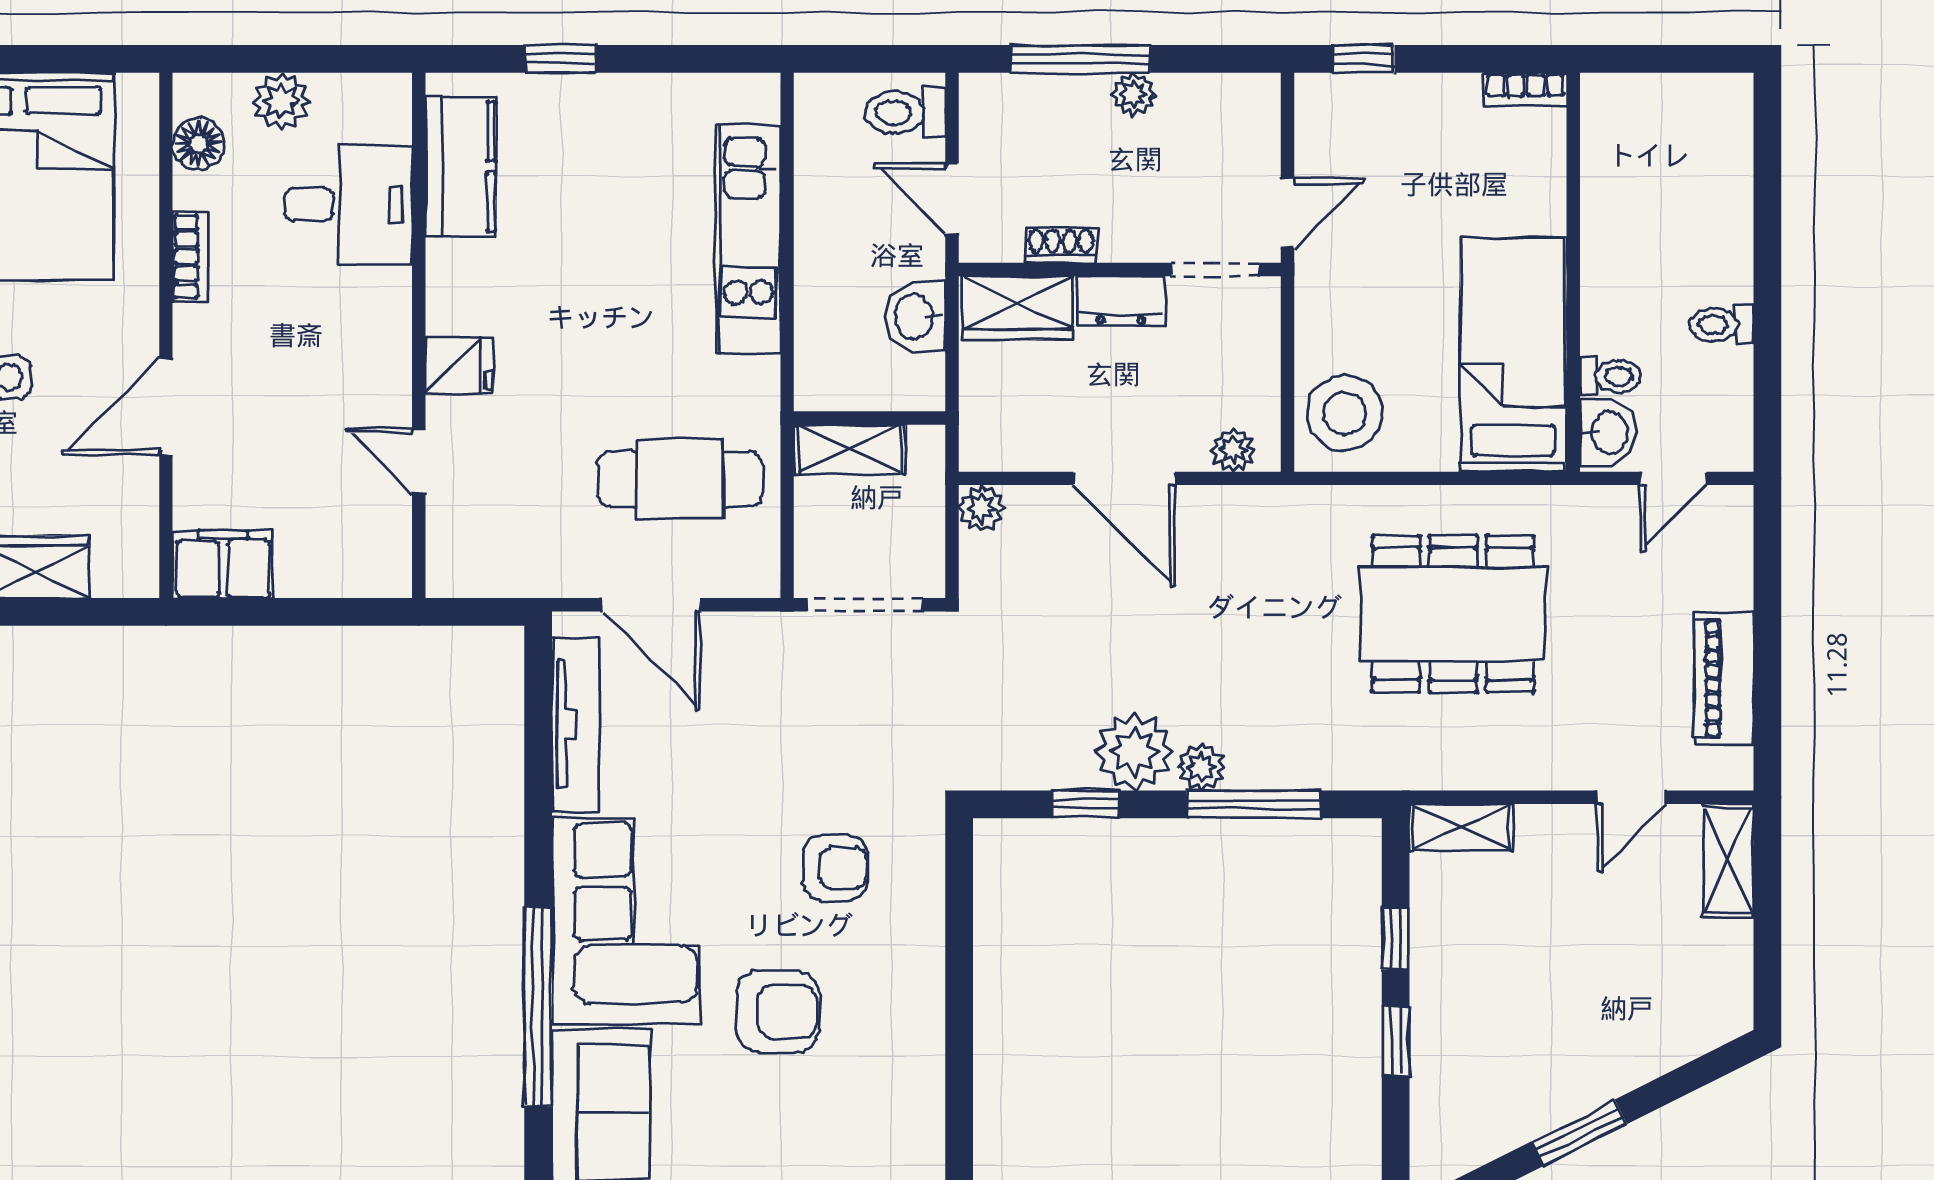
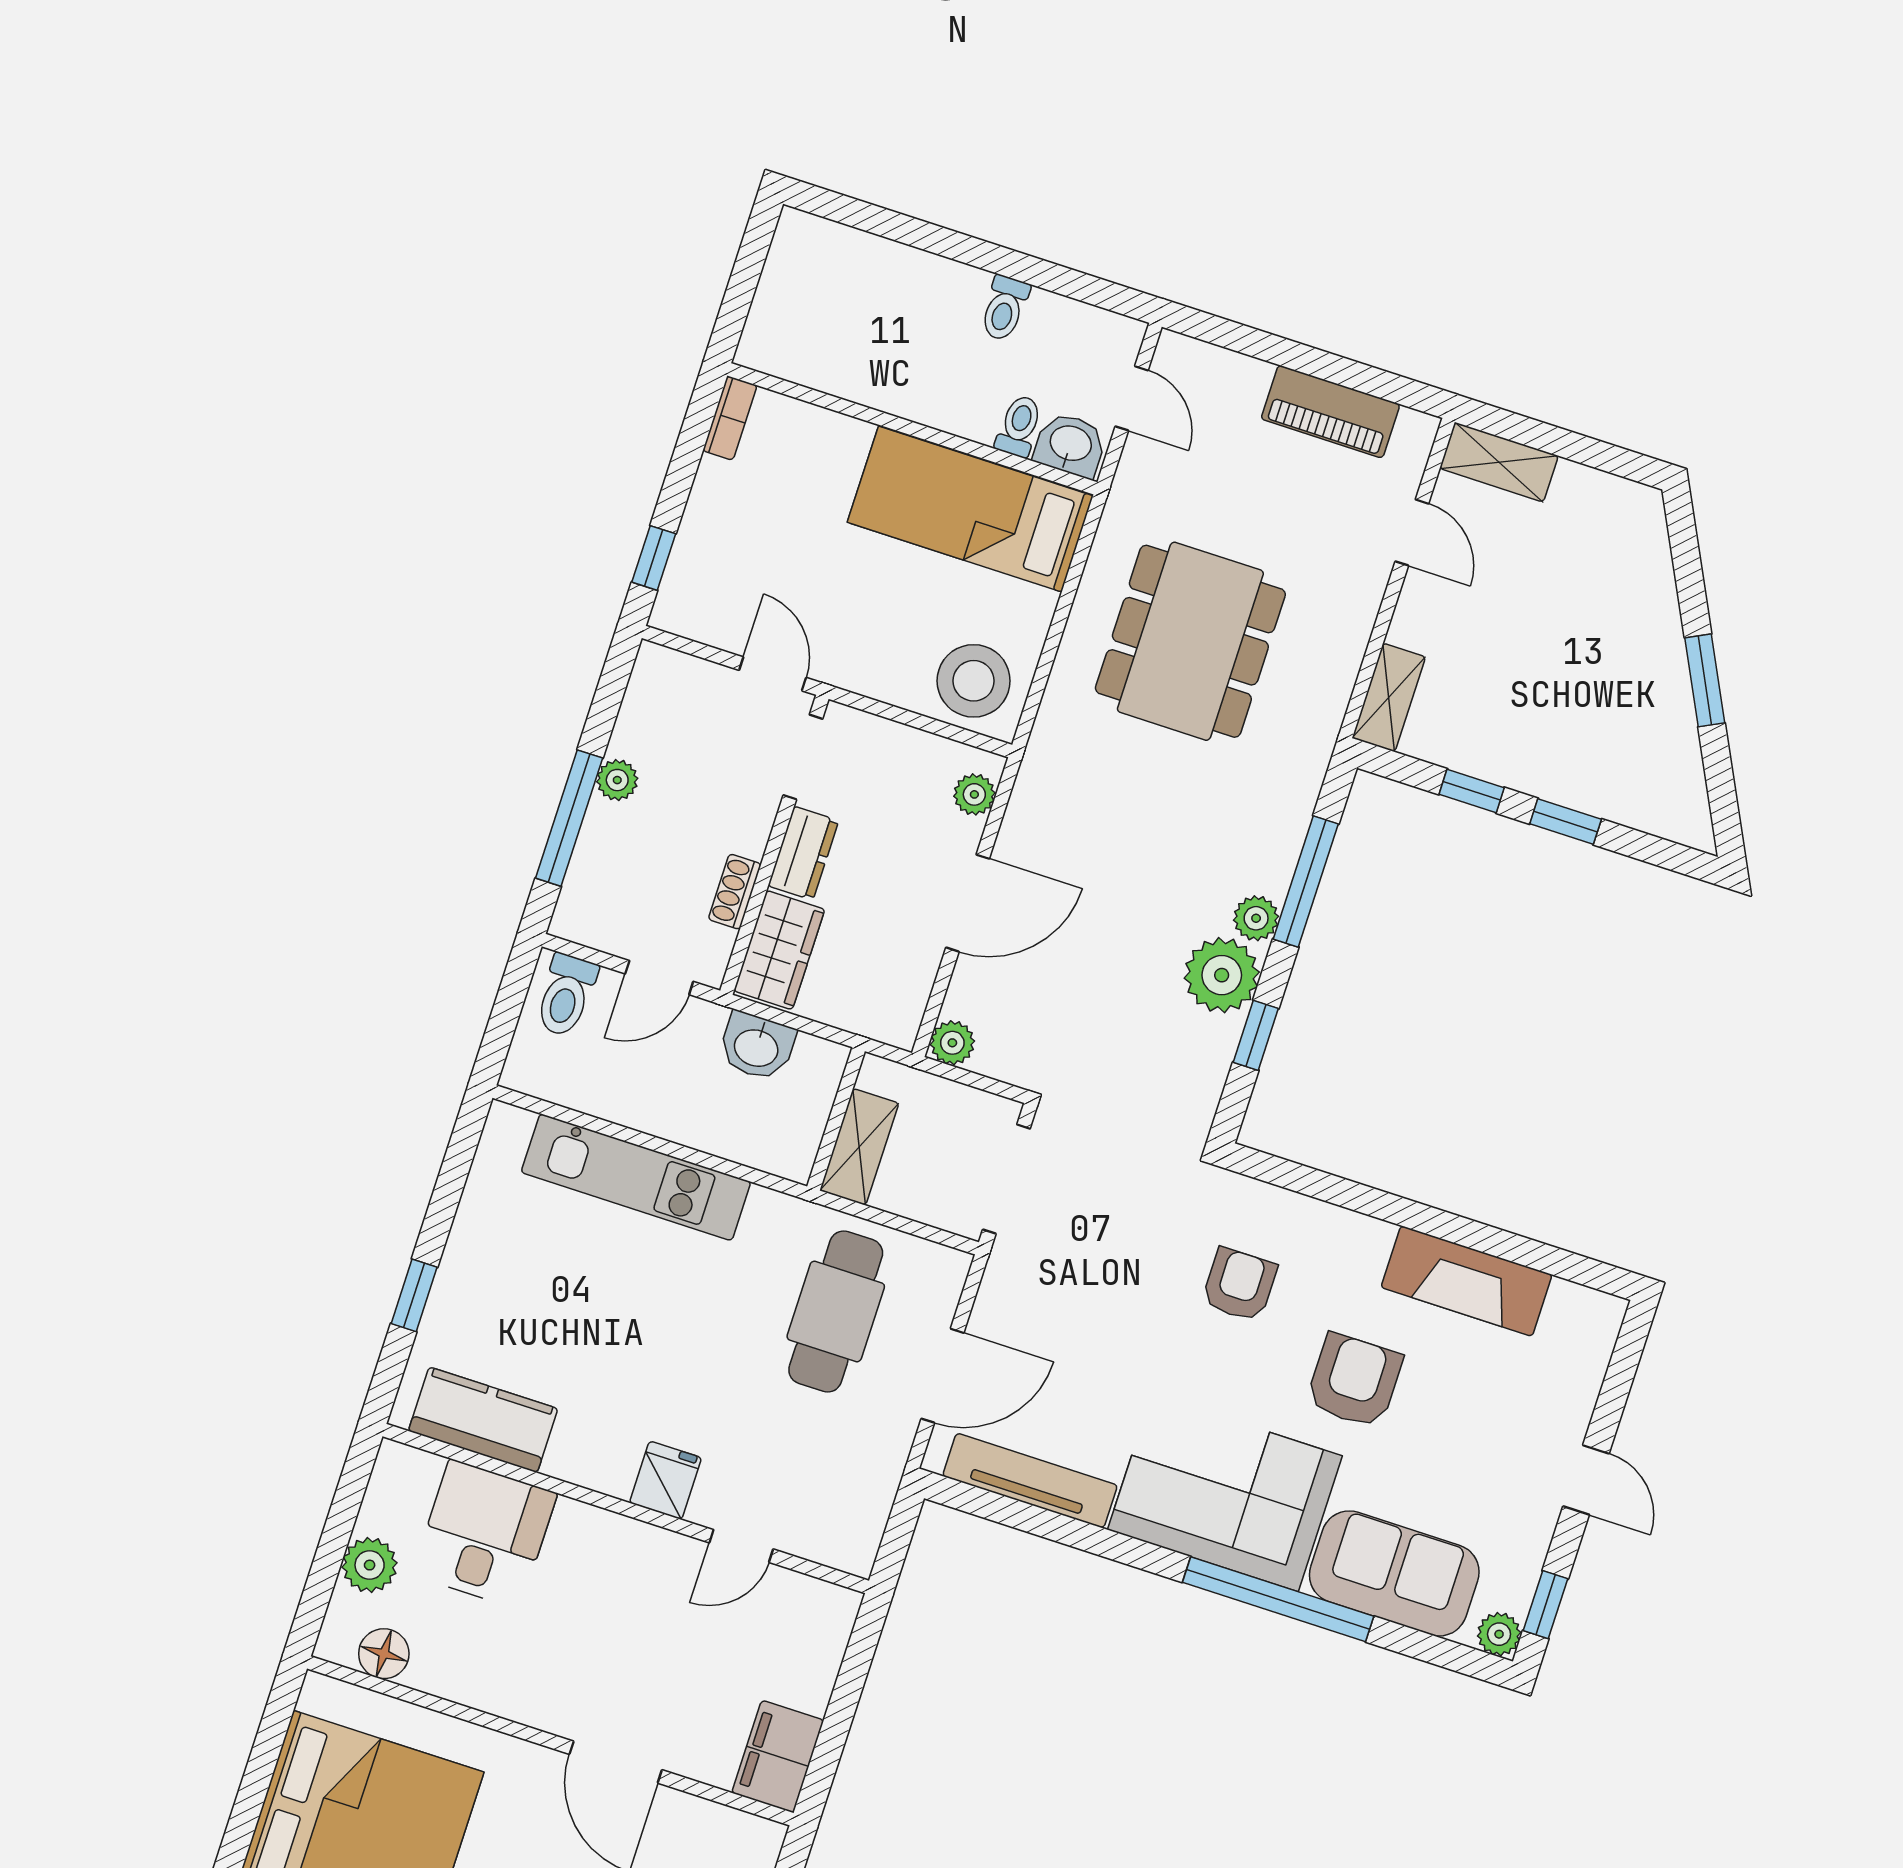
bookcase: (190, 257) -> (485, 1695), removed
fireplace: (912, 1090) -> (1467, 1281), added

